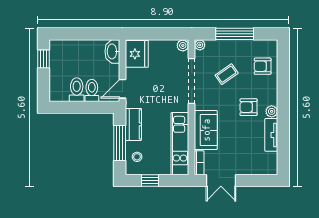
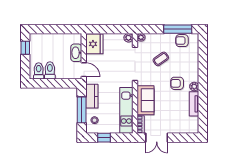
window: (235, 34) -> (178, 29), moved
washbasin: (112, 51) -> (76, 53), moved
armchair: (263, 66) -> (182, 41), moved
door: (122, 89) -> (84, 70), swing flipped
toilet: (92, 90) -> (39, 71), moved

